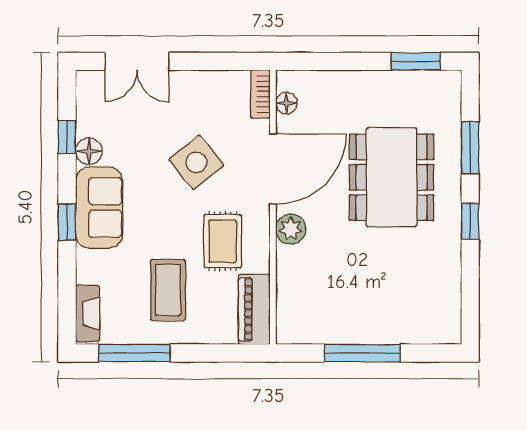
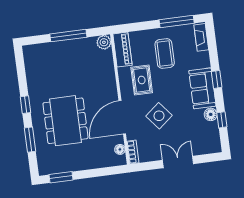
double door: (137, 61) -> (178, 162), moved
plant: (291, 229) -> (104, 42), moved

